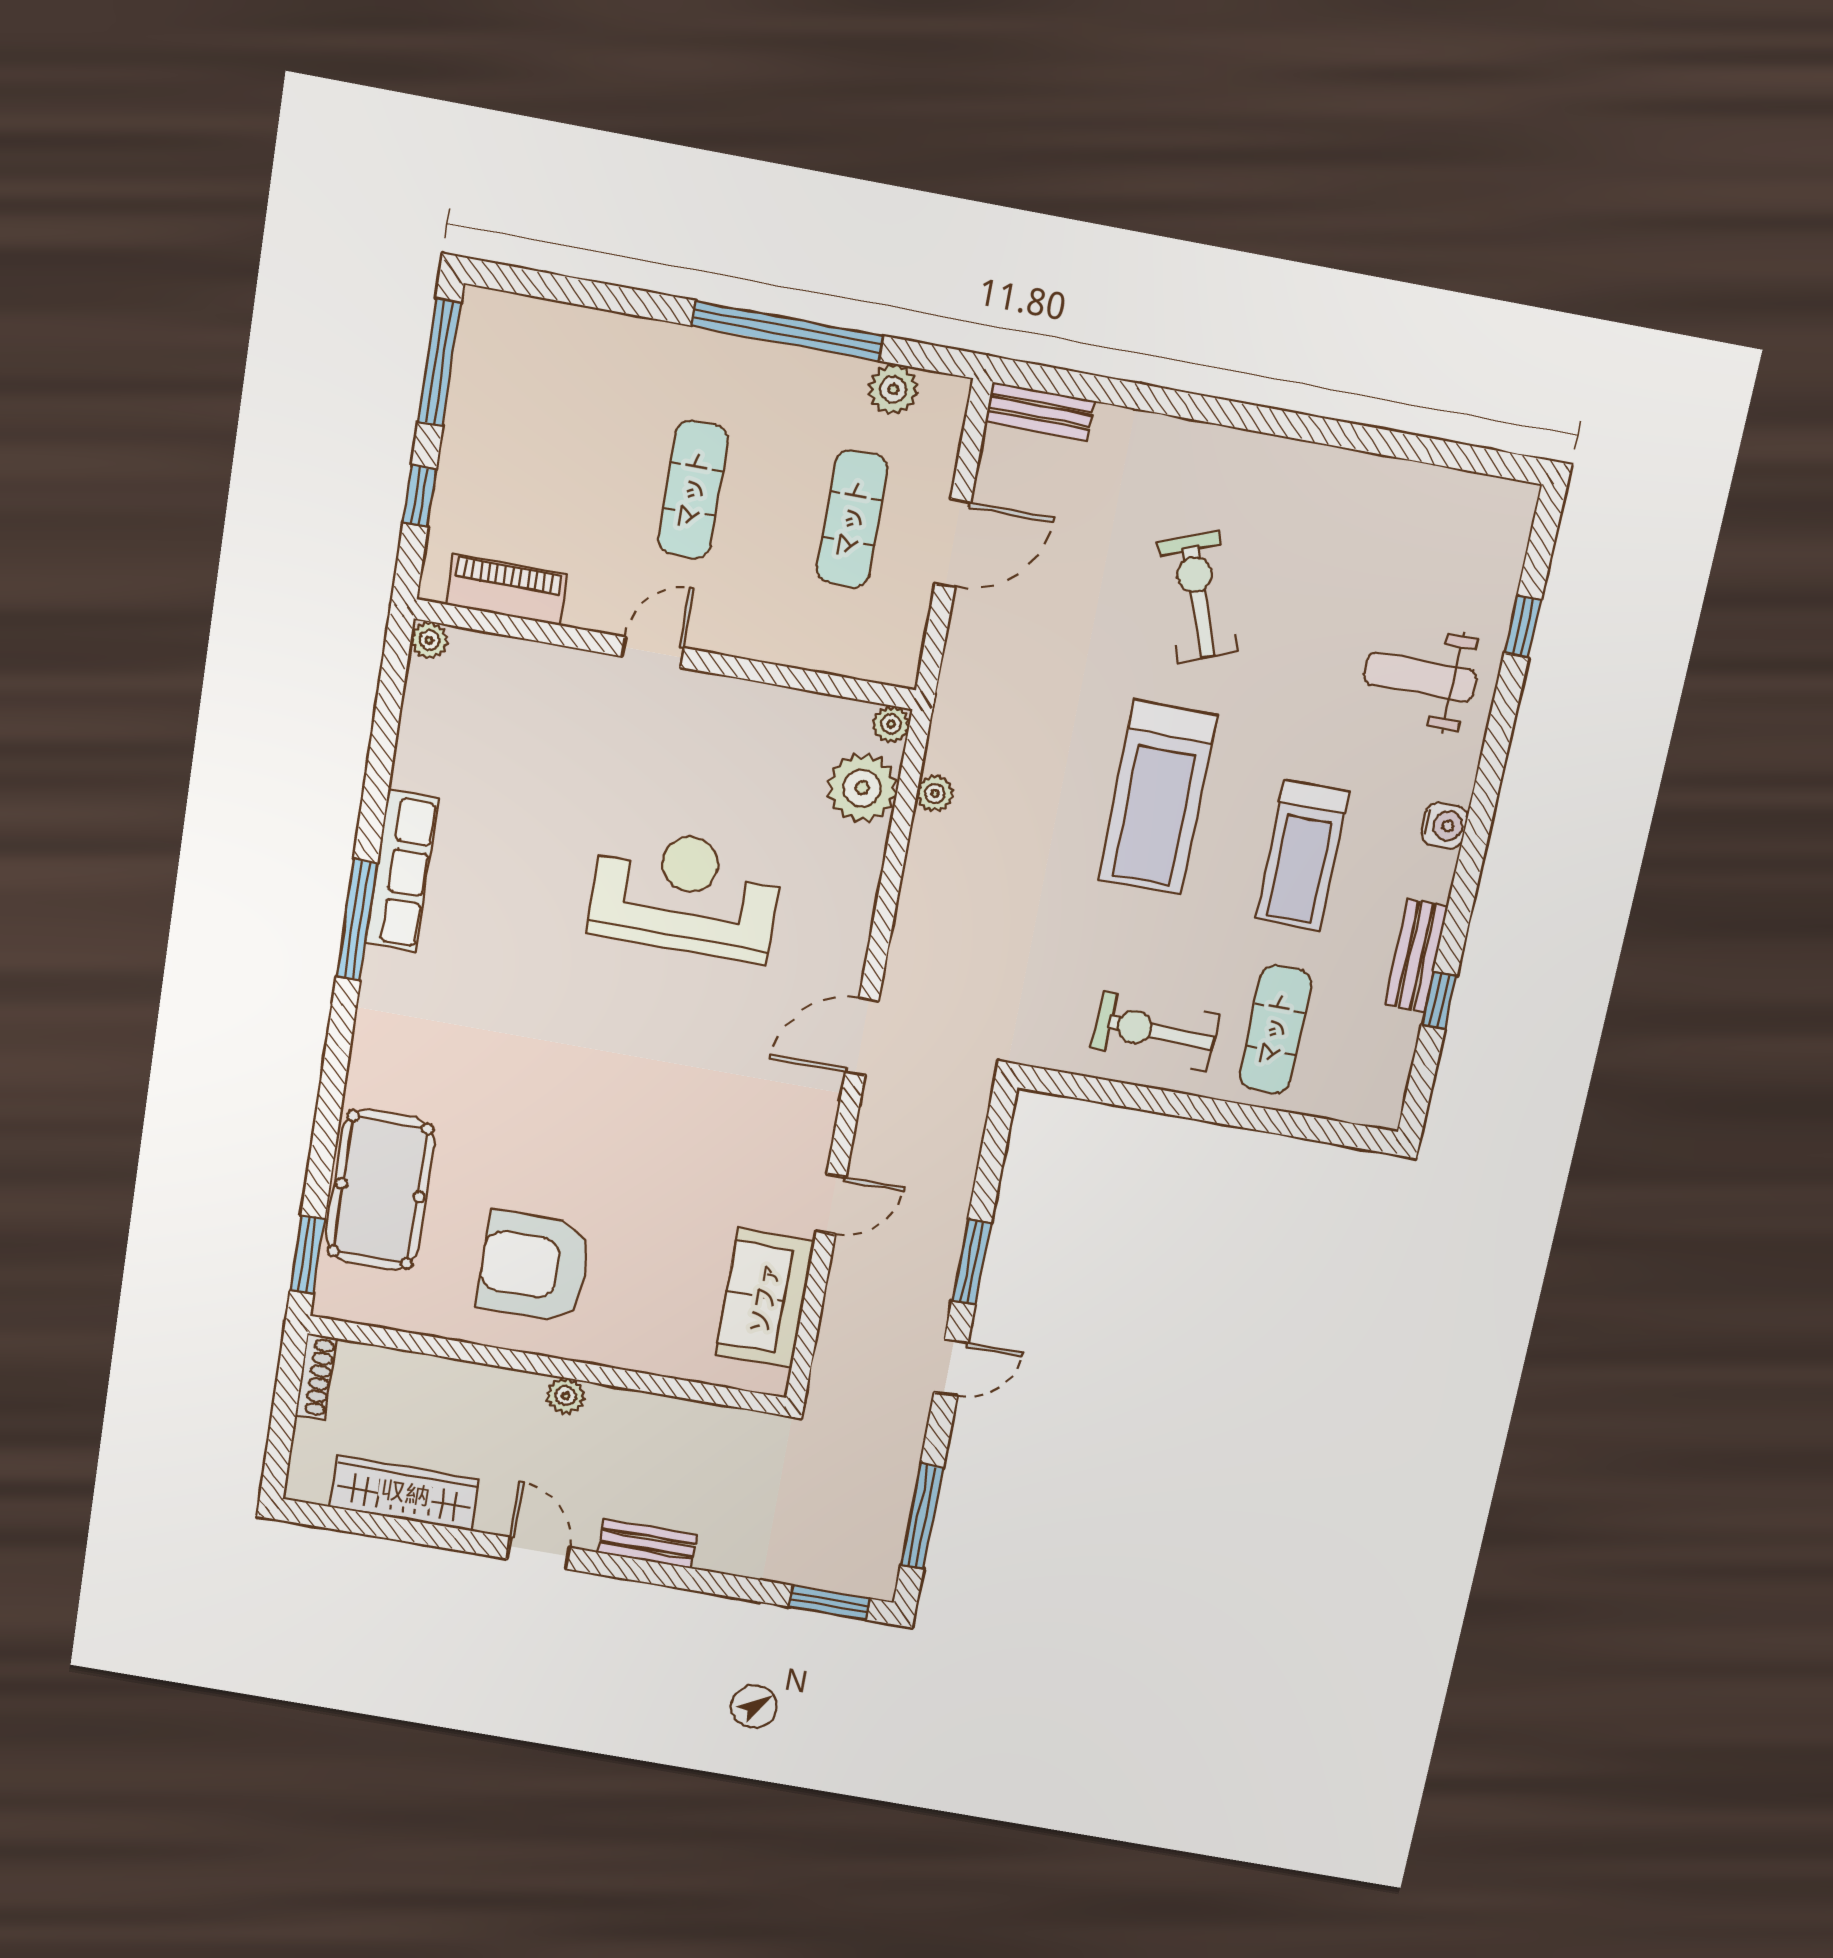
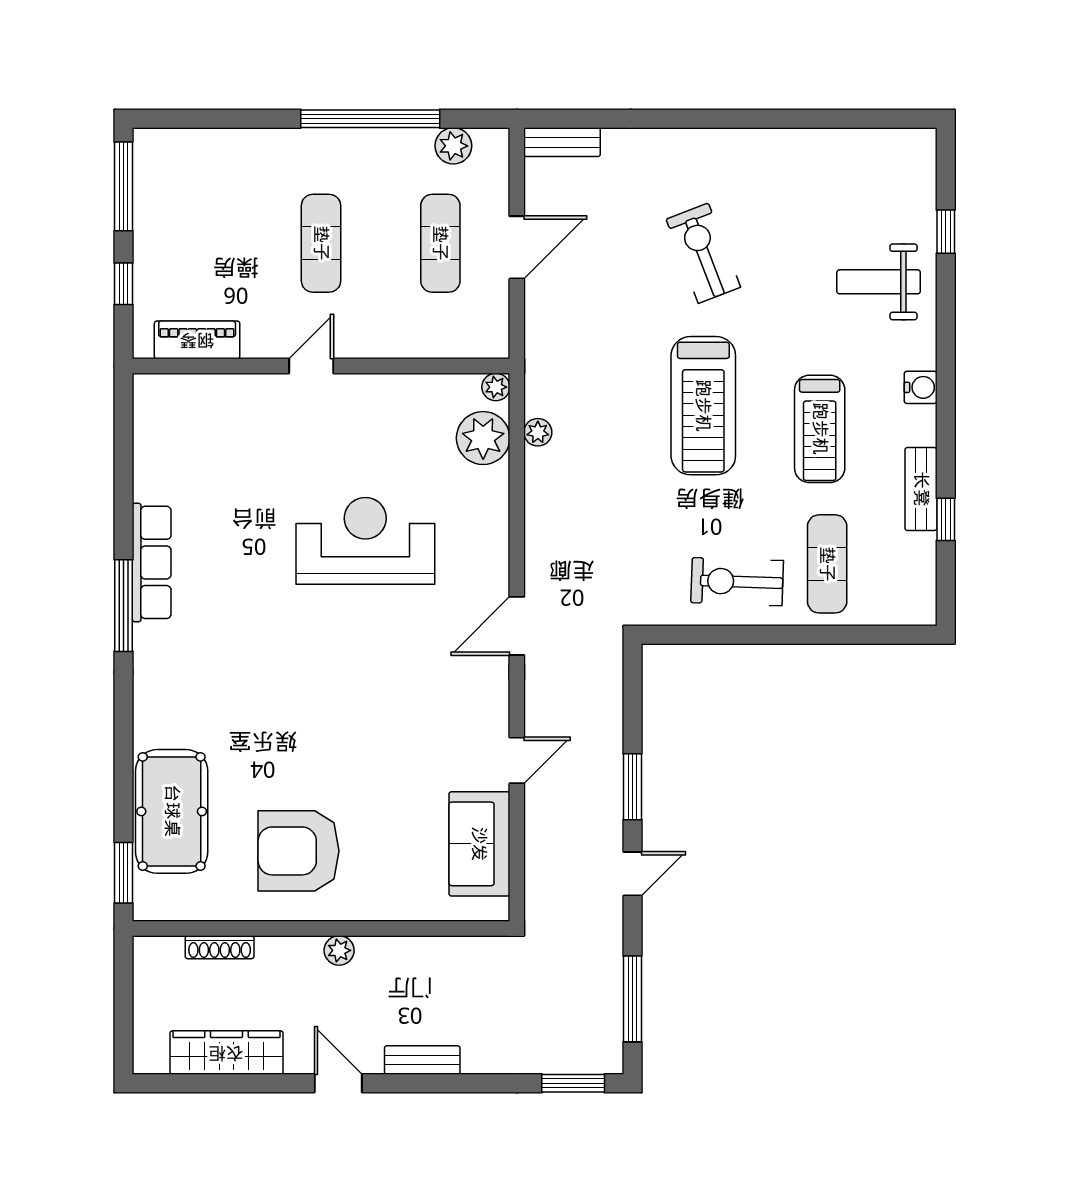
plant: (429, 640) -> (146, 387), removed
shoe rack: (316, 1377) -> (220, 947), moved, turned 90

